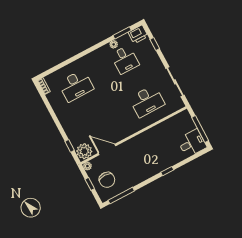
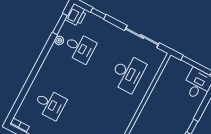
desk: (76, 86) -> (50, 104), width x0.73

